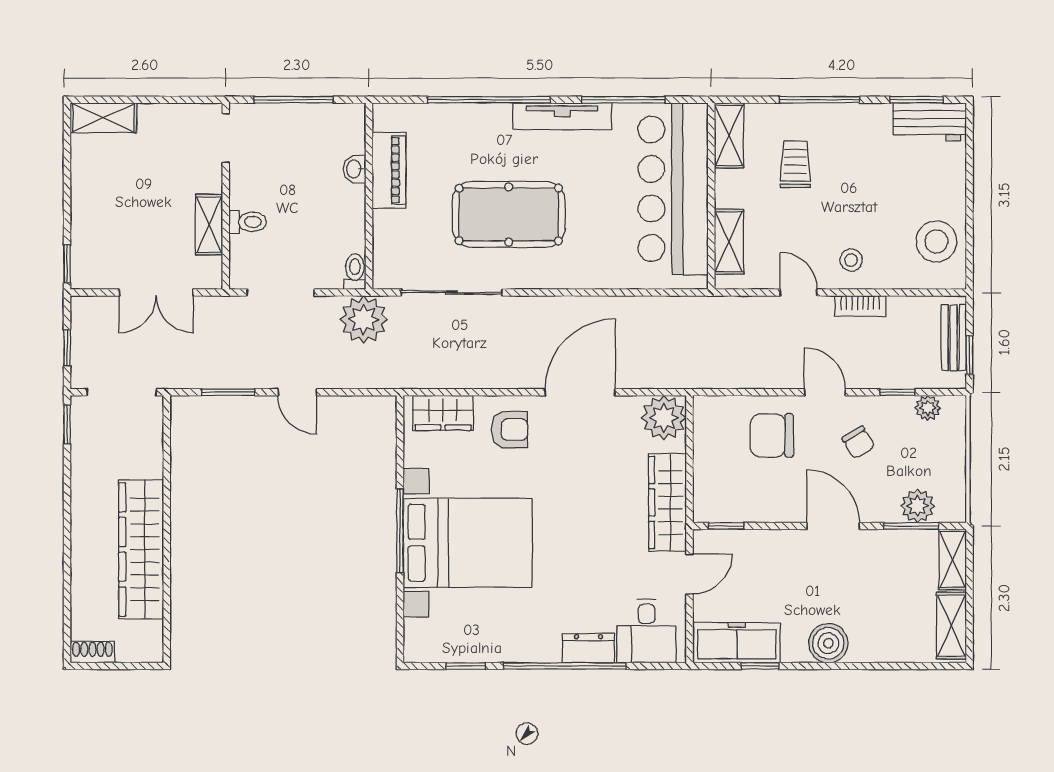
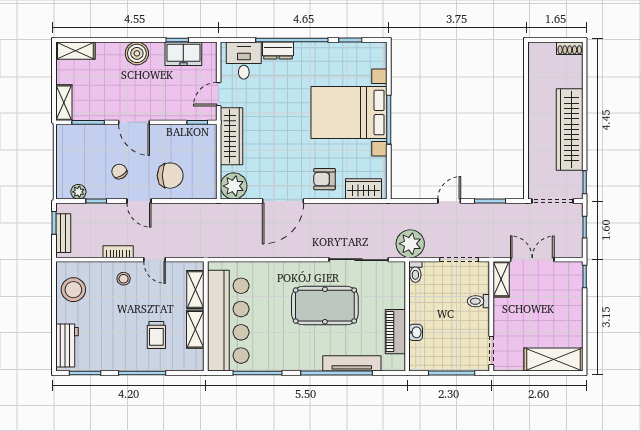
tv unit: (562, 116) -> (352, 363), moved
shelving: (103, 118) -> (554, 360), width x1.50, depth x1.33
workbench: (930, 122) -> (67, 345), moved, turned 90
shelving: (729, 135) -> (195, 329), moved
shelving: (209, 225) -> (501, 279), moved
door: (297, 392) -> (449, 201), hinge flipped
plant: (918, 506) -> (84, 134), removed
wardrobe: (141, 549) -> (570, 129), moved, turned 180
shelving: (951, 626) -> (75, 51), moved, turned 90
freezer: (737, 643) -> (183, 54), width x0.71

